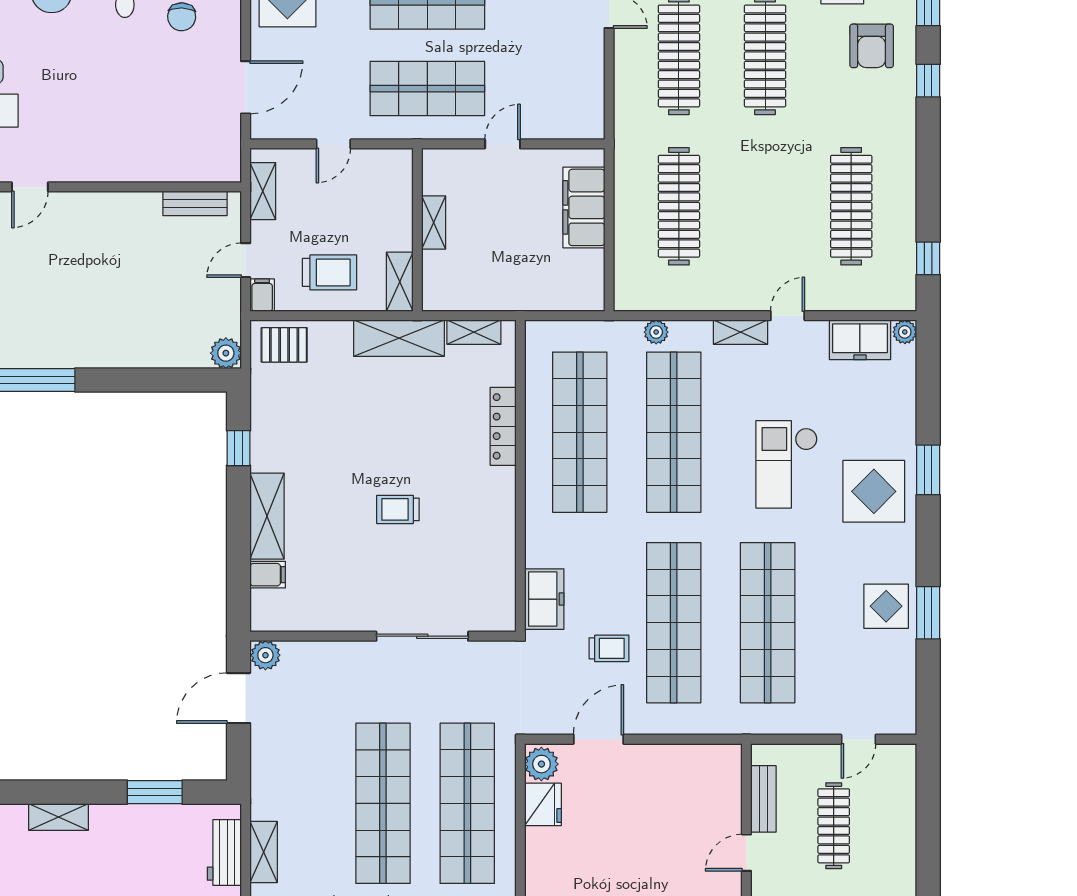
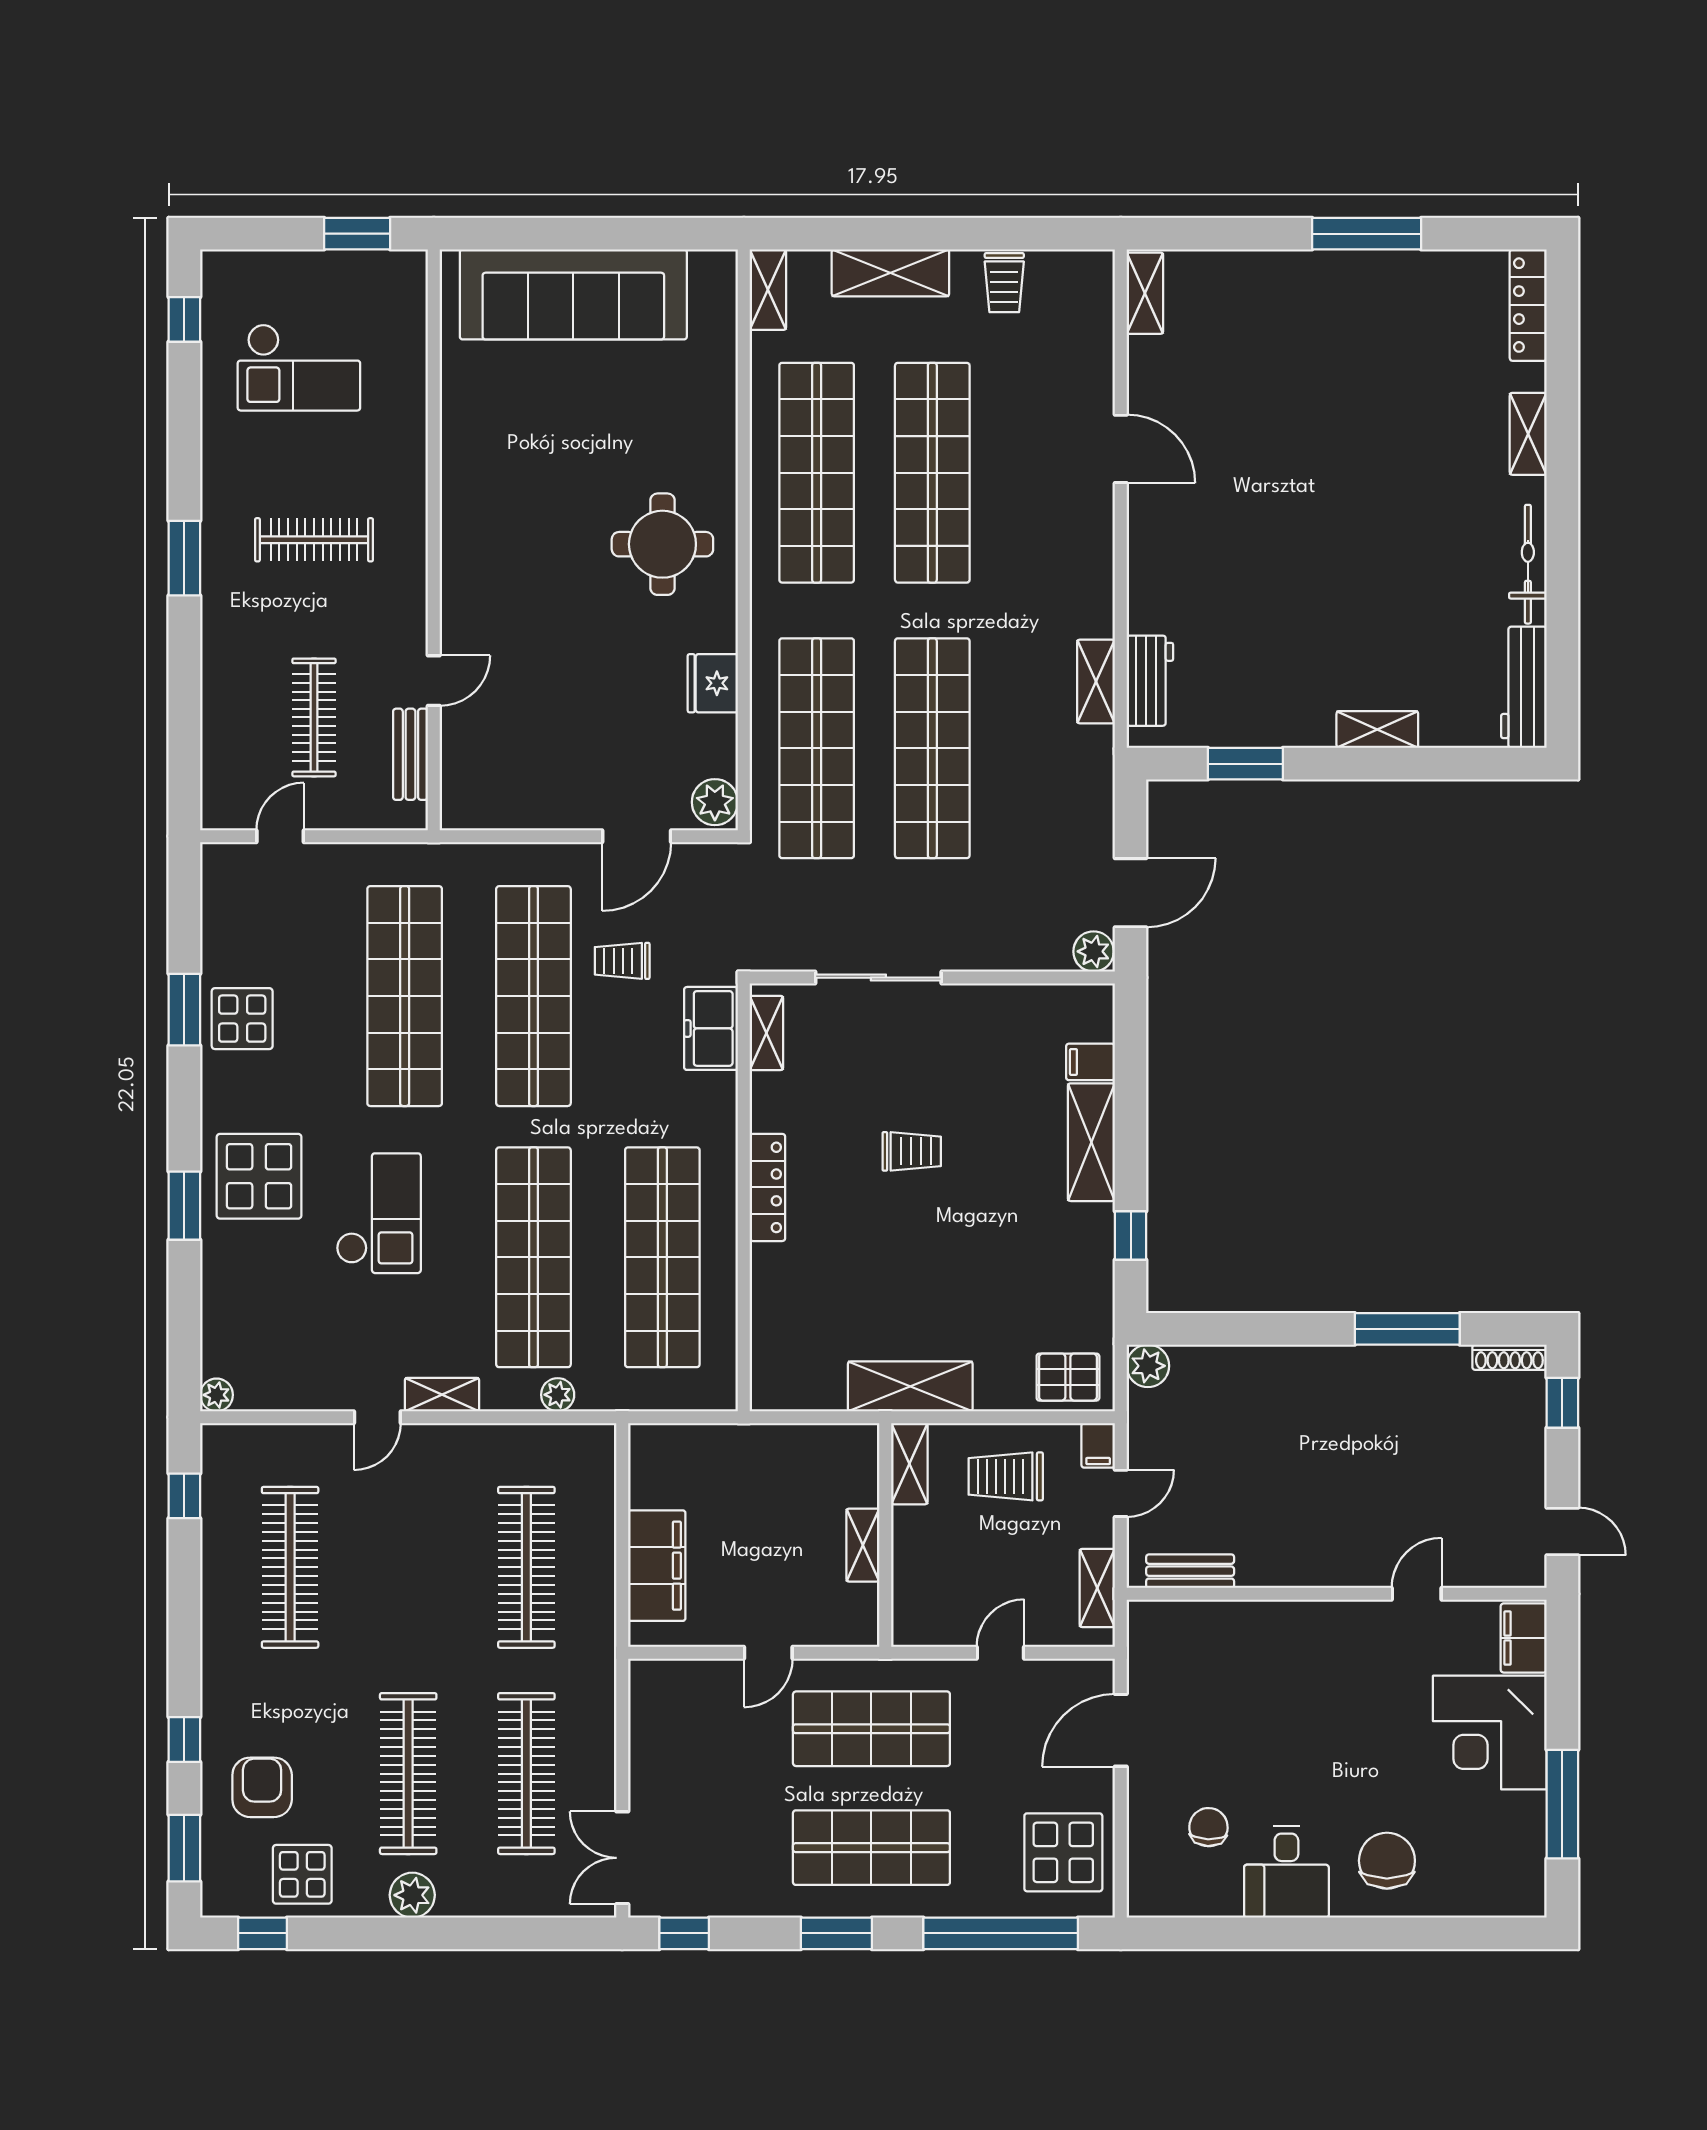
shelving: (474, 332) -> (766, 1033), moved, turned 90
freezer: (860, 340) -> (278, 1384), removed
locker: (503, 426) -> (767, 1187), moved
fridge: (543, 804) -> (713, 683), moved

